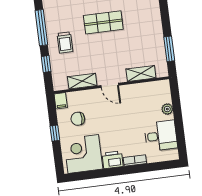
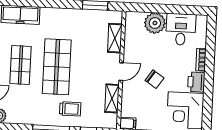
shop shelf: (103, 22) -> (57, 67), width x1.43, depth x1.36
plant: (167, 109) -> (155, 23), width x1.88, depth x1.88
chair: (78, 119) -> (154, 79), moved, turned -56

